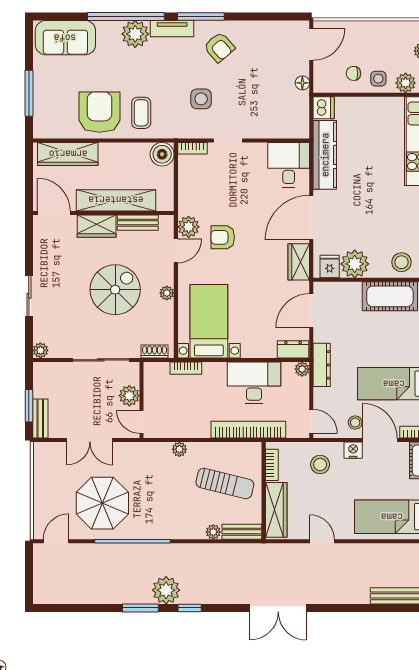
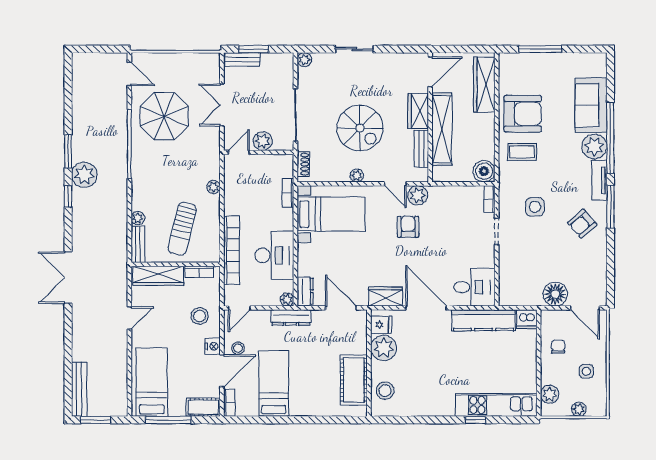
sofa: (65, 38) -> (591, 105), moved
side table: (378, 79) -> (586, 371), moved
floor lamp: (302, 83) -> (555, 294), width x1.89, depth x1.89

